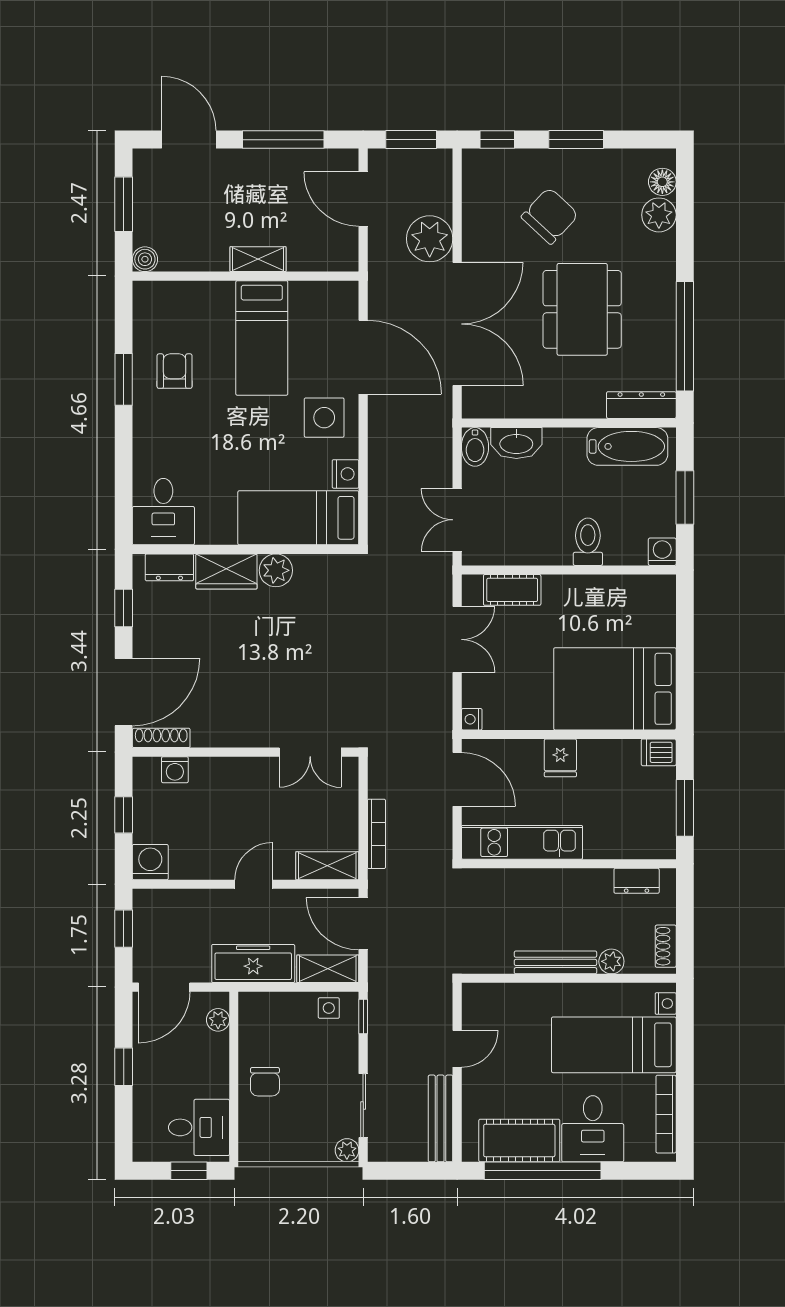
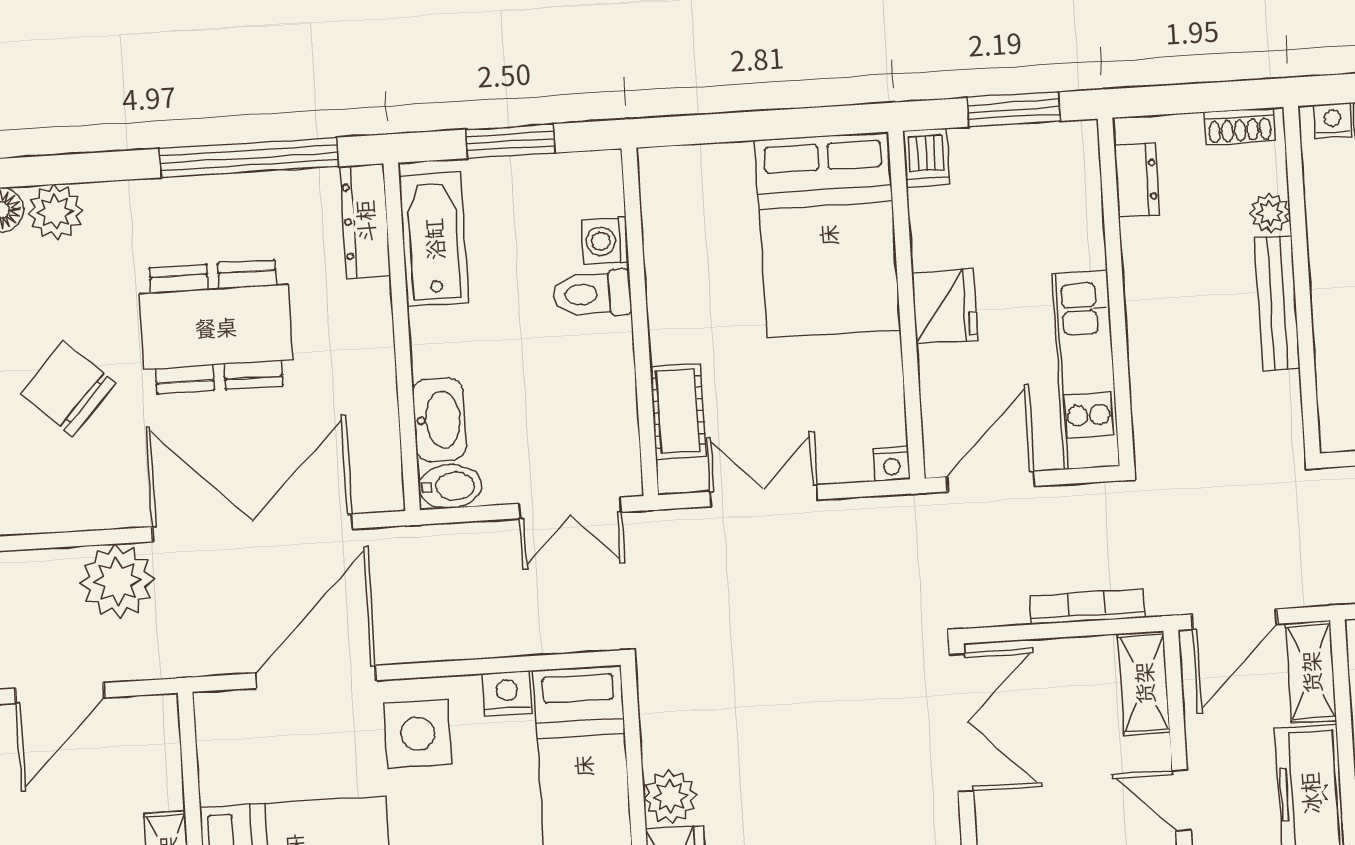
washing machine: (662, 552) -> (605, 241), moved
double door: (310, 752) -> (961, 722), width x1.37
fridge: (560, 758) -> (945, 306), width x1.38

